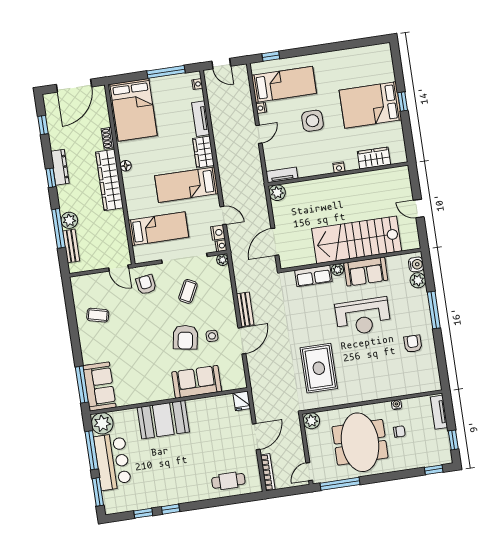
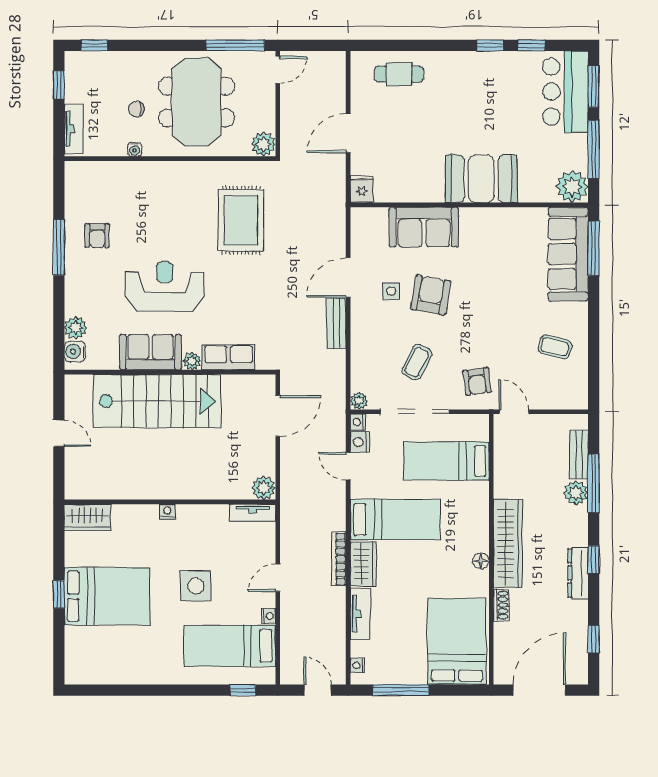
wardrobe: (374, 158) -> (87, 518), moved
window: (434, 310) -> (59, 247), moved
sofa: (99, 386) -> (568, 254), width x1.36
bar counter: (112, 462) -> (565, 92), moved
bookcase: (268, 472) -> (339, 559), moved

